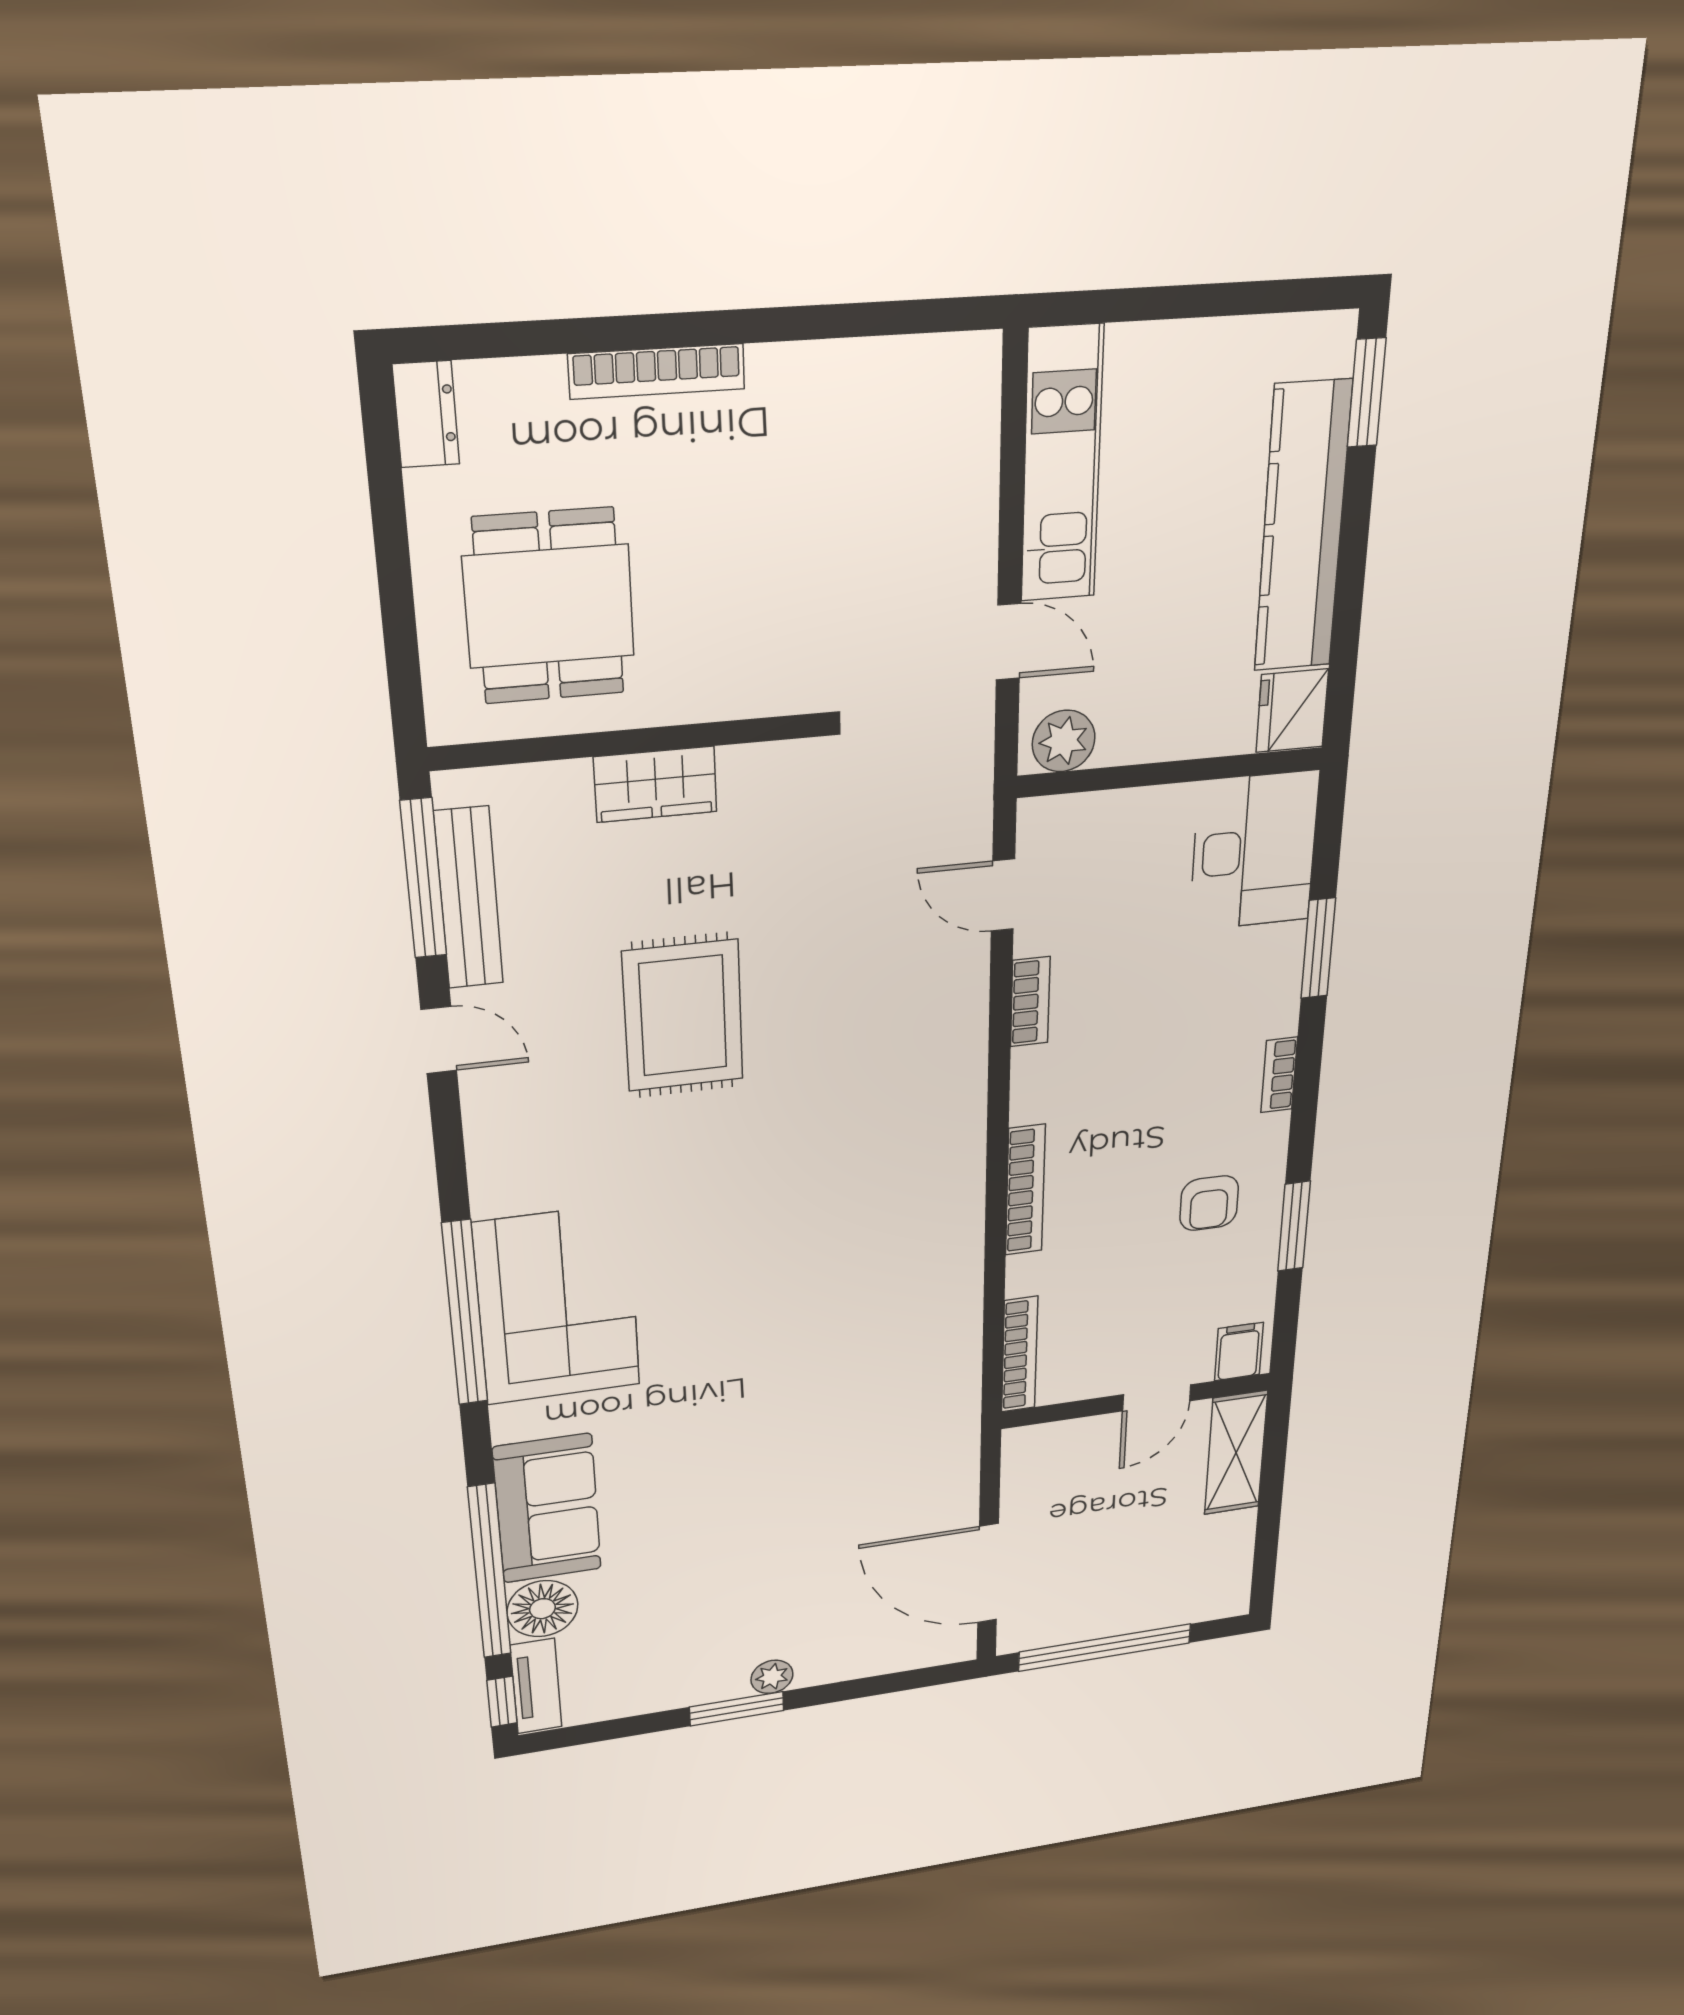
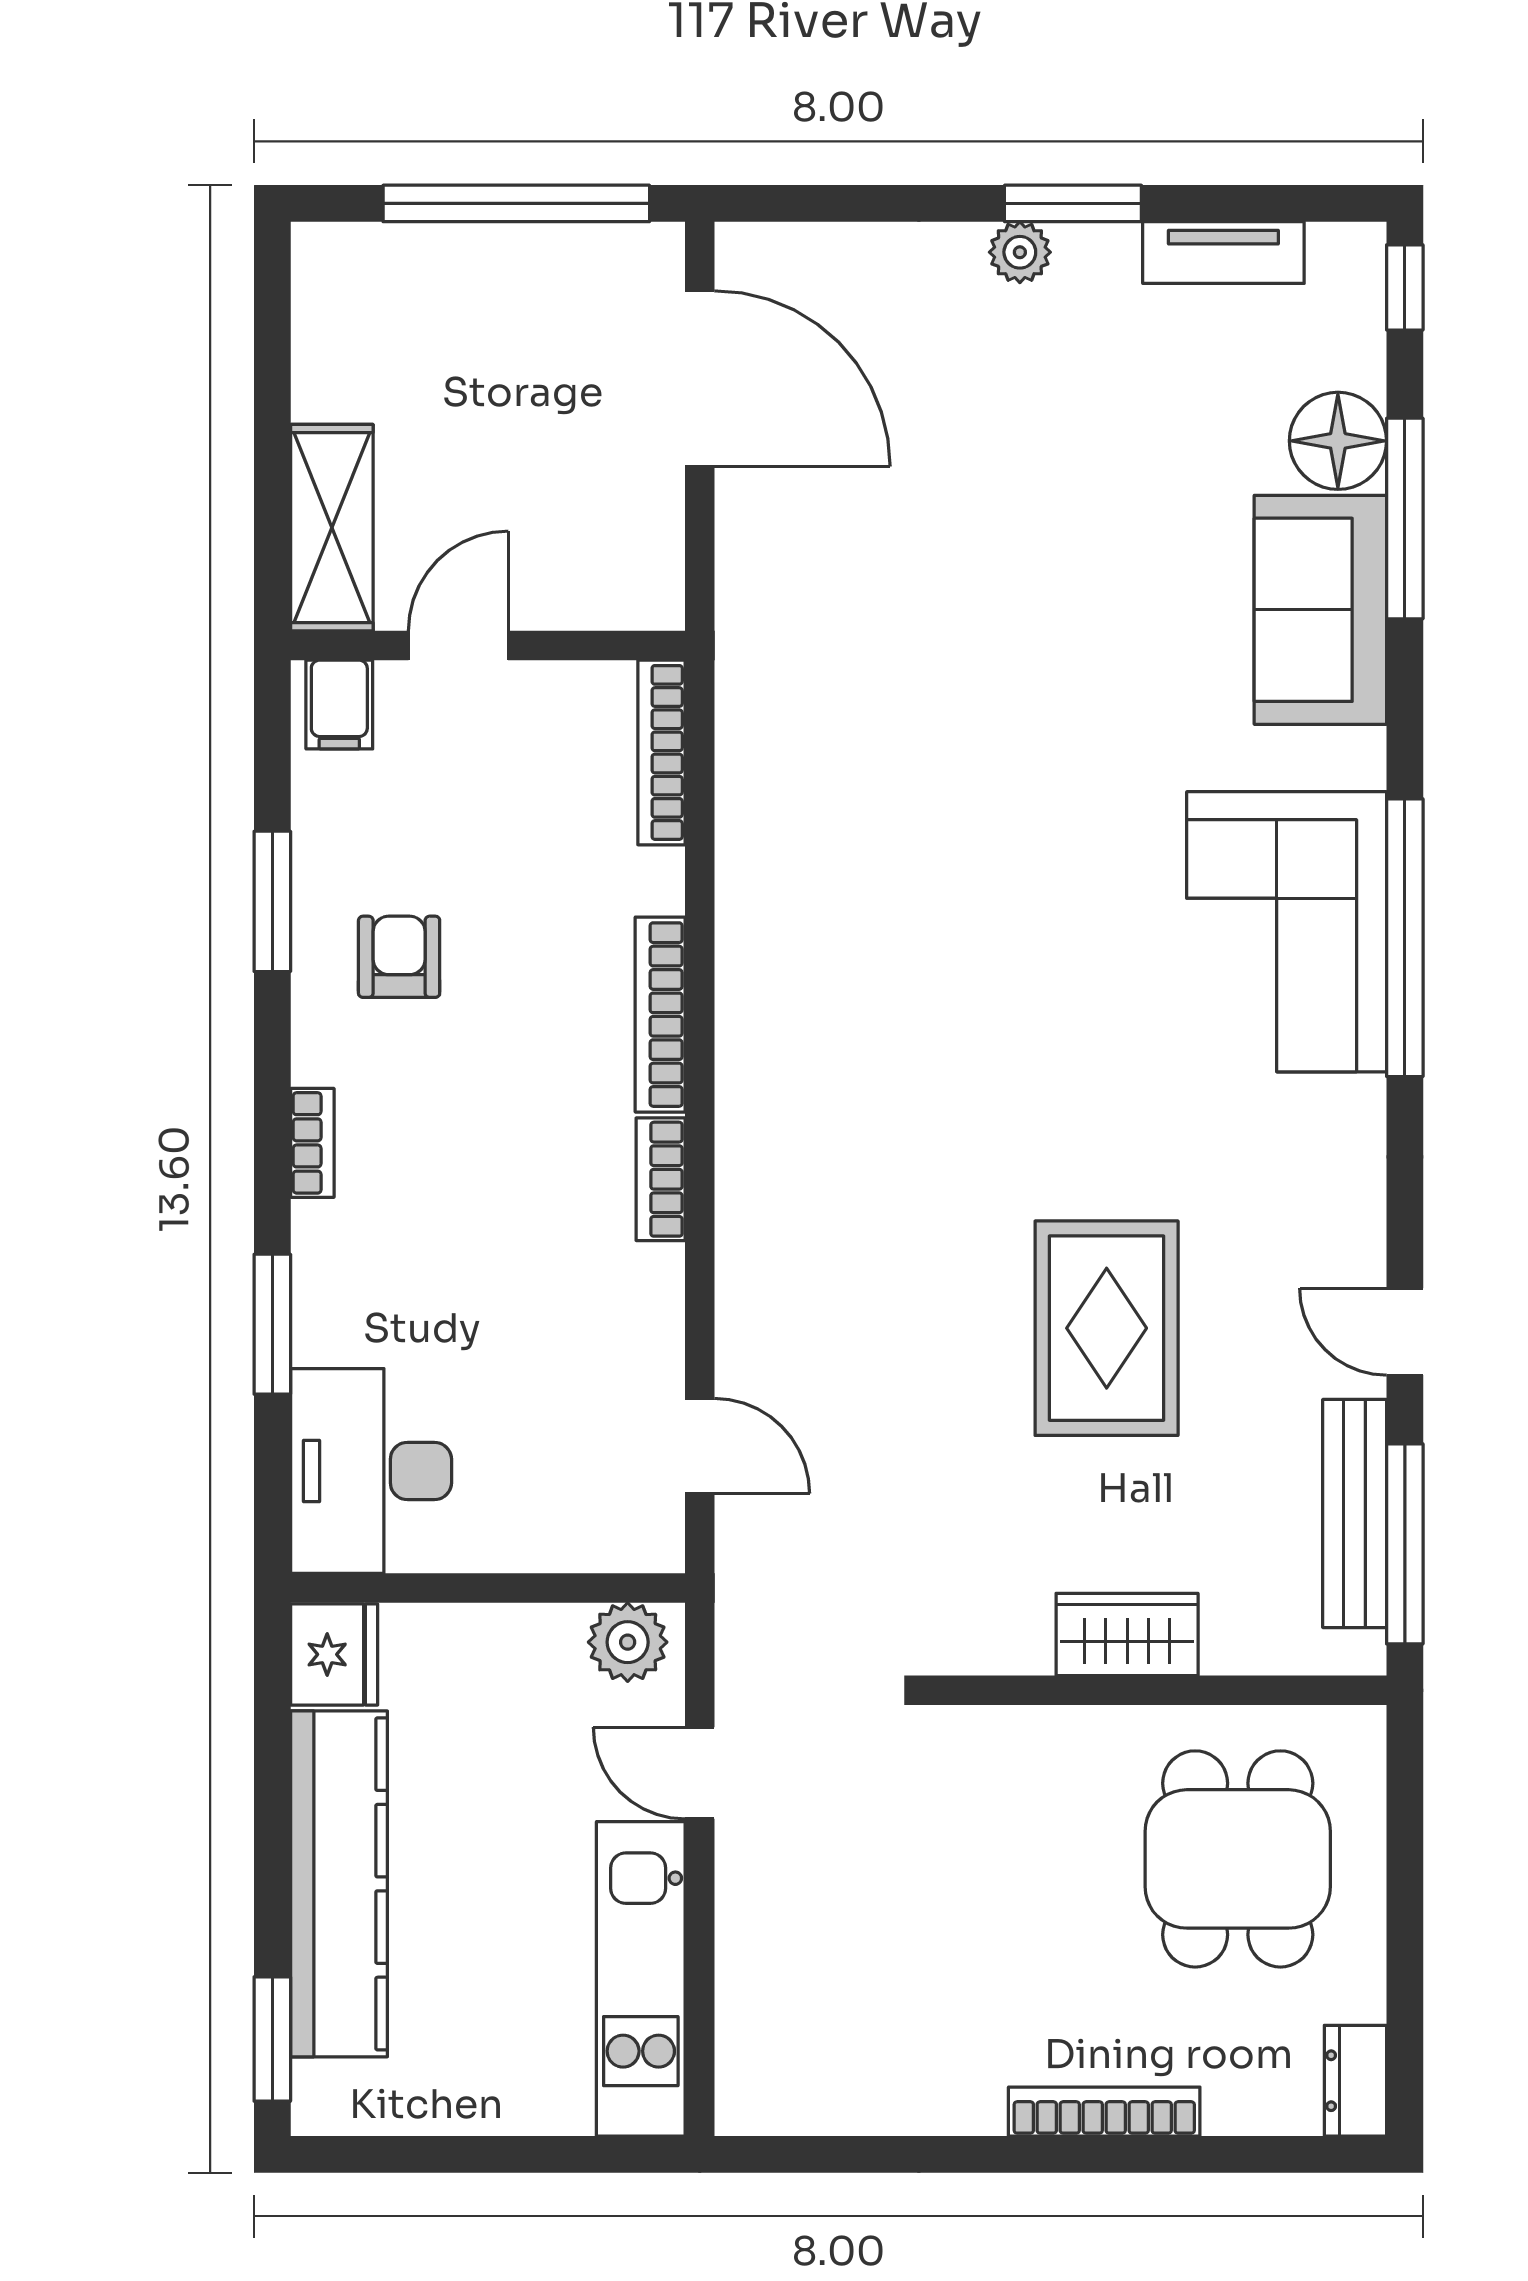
bookcase: (1030, 1002) -> (661, 1179), moved
window: (490, 1572) -> (1405, 518), width x0.68
tv unit: (536, 1686) -> (1223, 253), moved, turned -90

